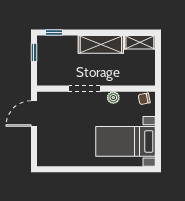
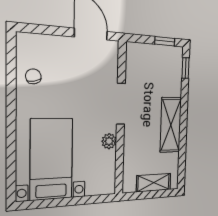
shelving: (140, 42) -> (154, 183), moved, turned 90
chair: (144, 99) -> (33, 76), moved

